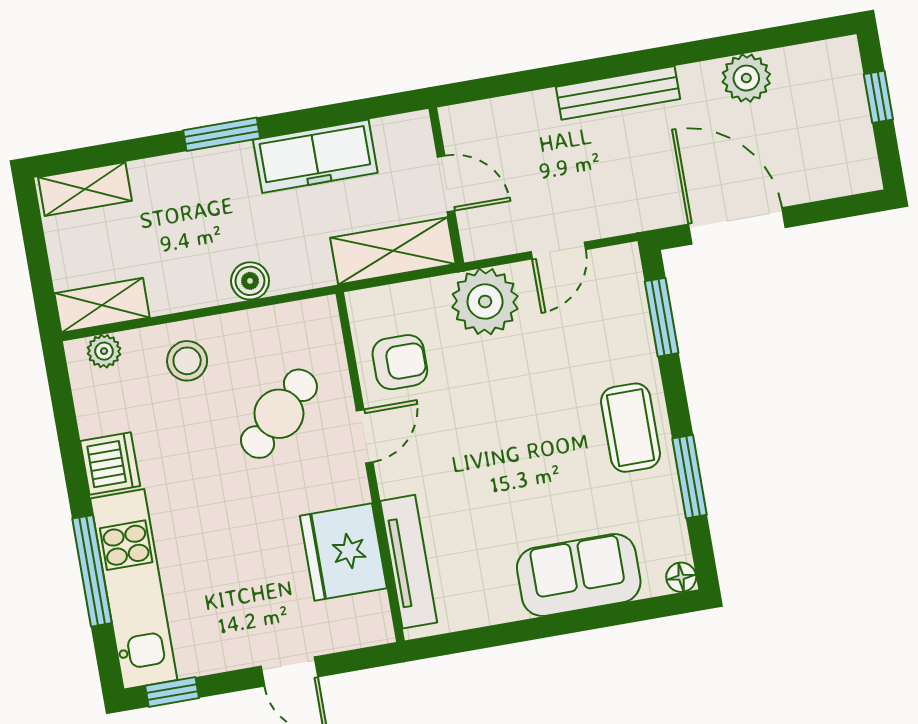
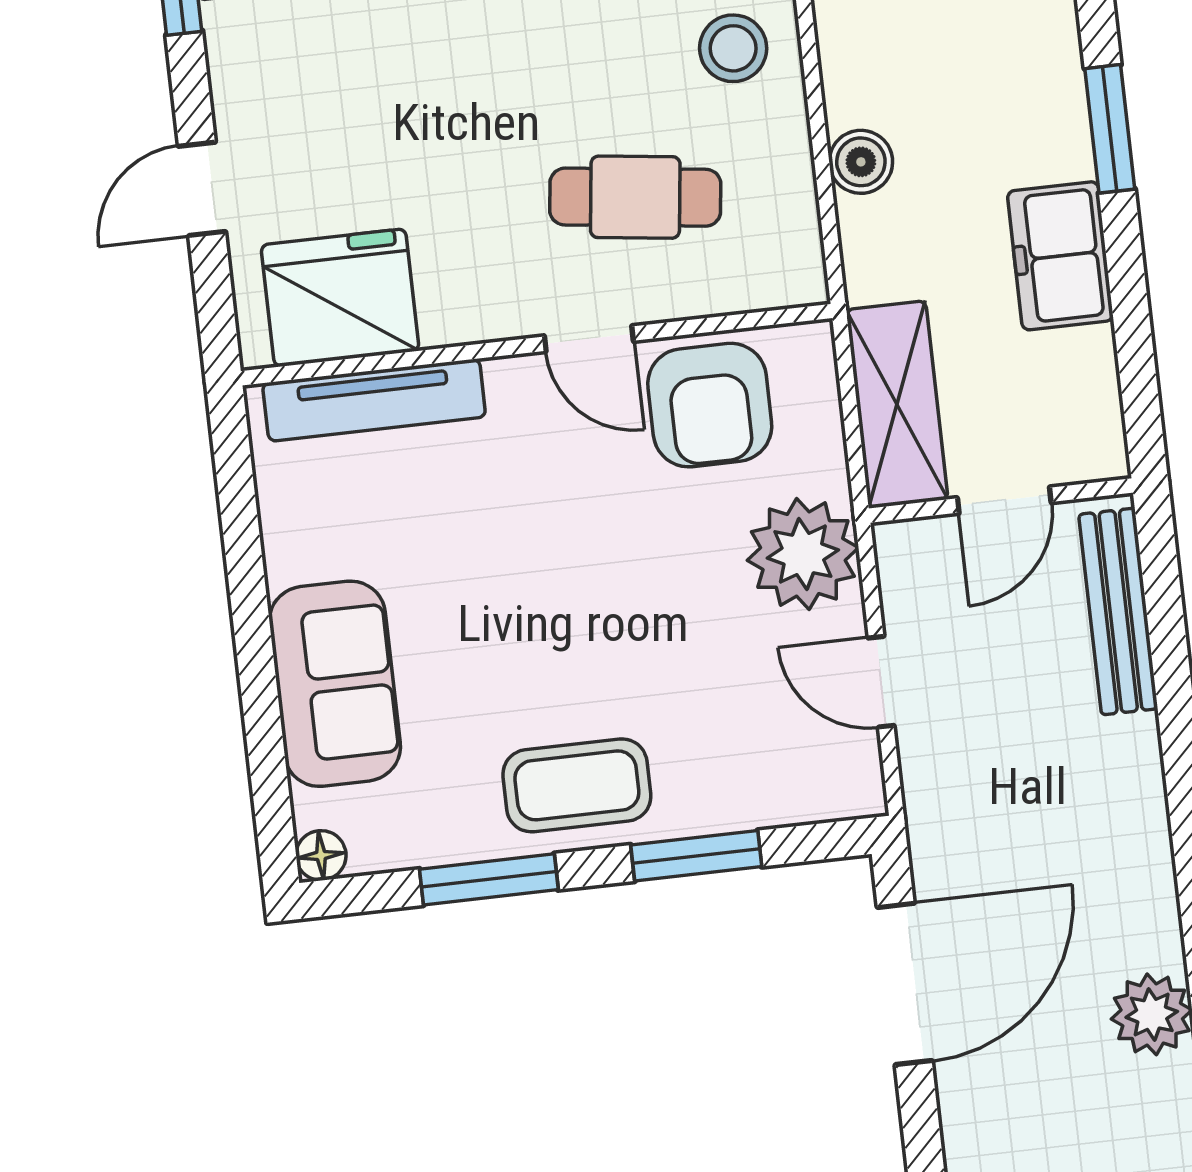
bench: (618, 93) -> (1118, 612), moved
freezer: (315, 156) -> (1060, 256), width x0.71
window: (662, 317) -> (696, 856), moved
armchair: (400, 362) -> (710, 405), width x1.38, depth x1.38
cafe table: (279, 414) -> (635, 197), turned -40
fridge: (343, 552) -> (340, 298), moved

